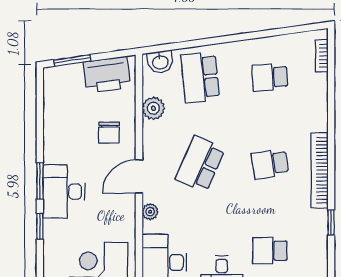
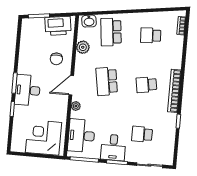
school desk: (200, 164) -> (107, 81), turned -33

